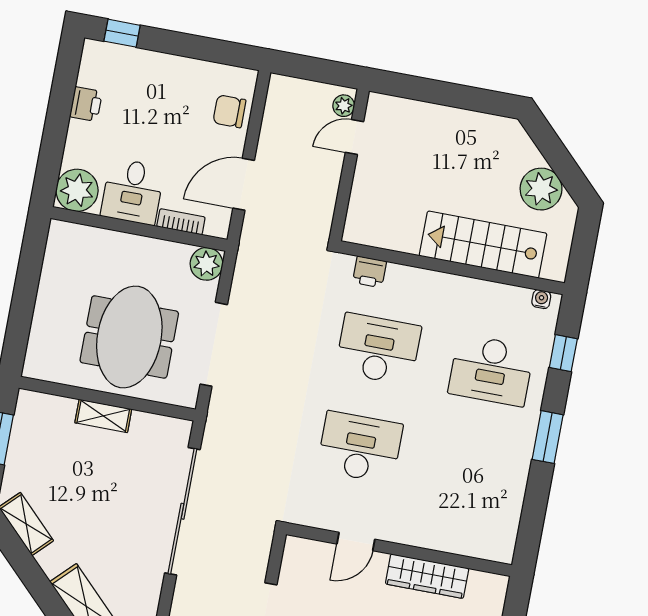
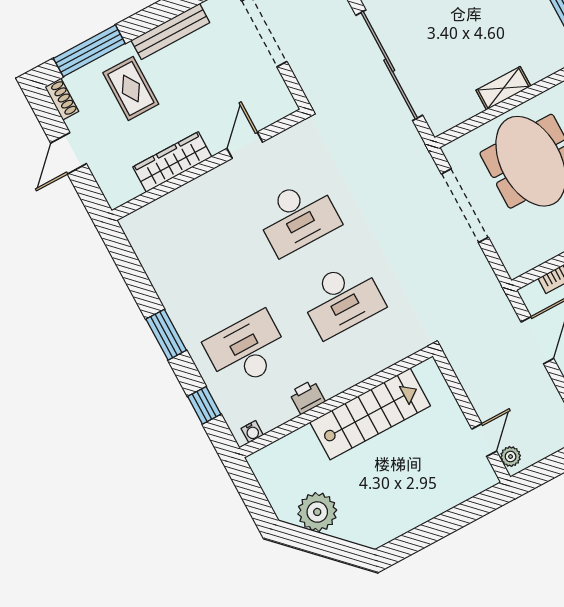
stairs: (483, 245) -> (370, 414), moved
plant: (206, 264) -> (517, 260), removed
printer: (369, 272) -> (307, 397), moved

